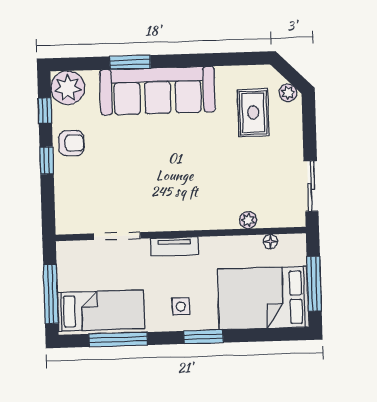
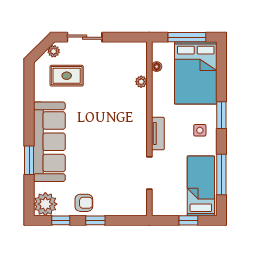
armchair: (71, 143) -> (84, 203), turned 90
sliding door: (311, 186) -> (85, 37), moved
window: (51, 294) -> (188, 220), width x0.46

